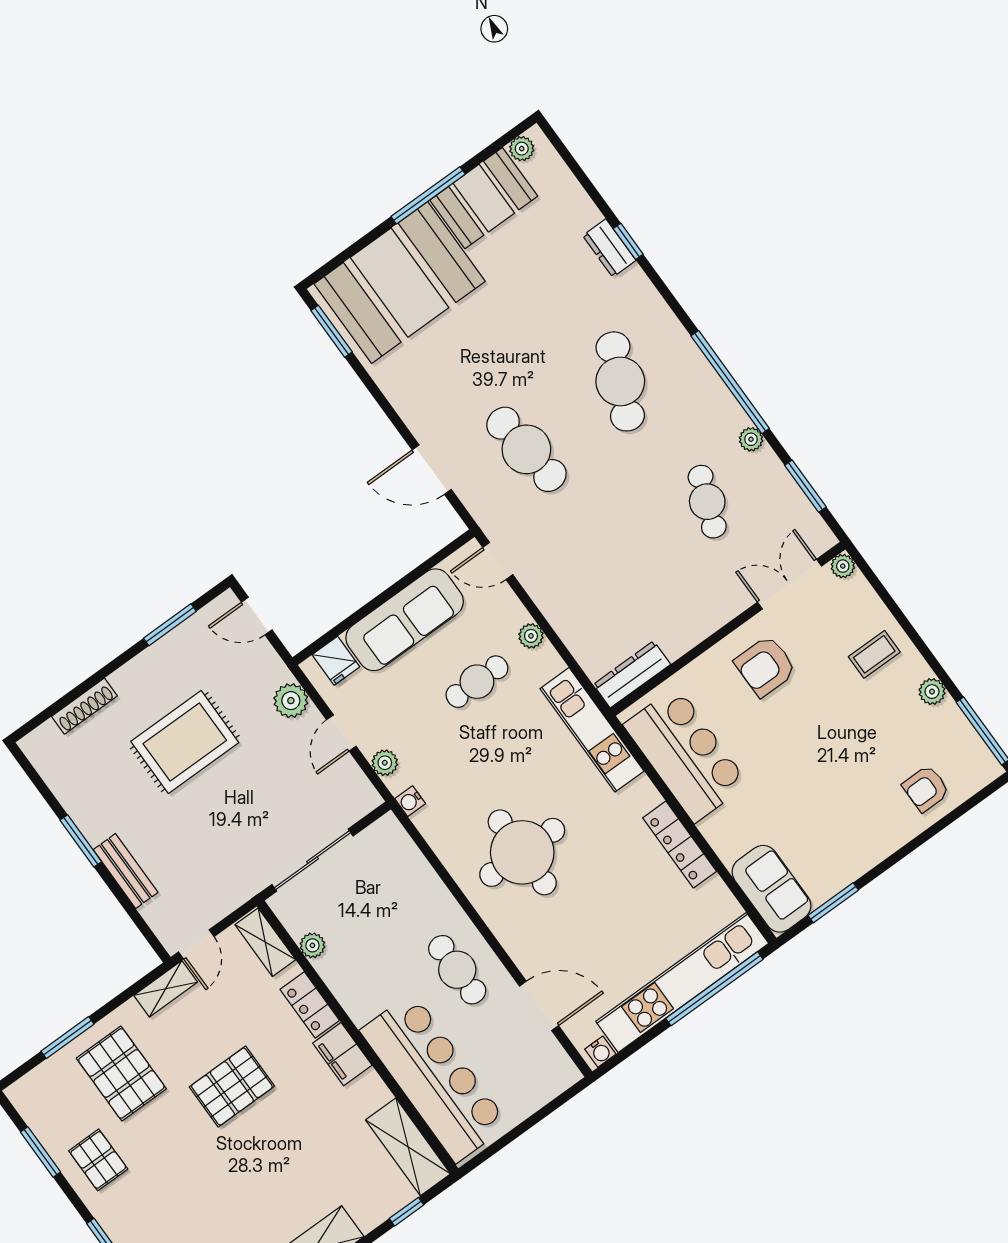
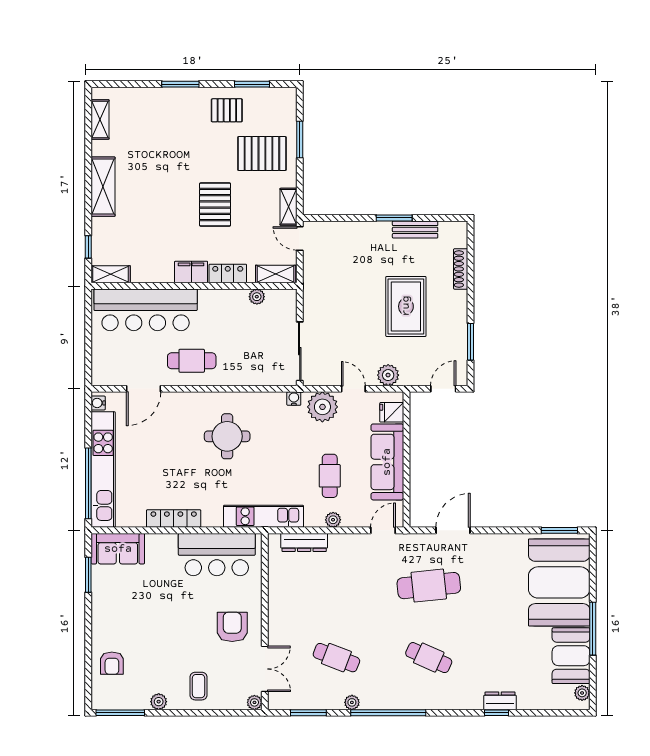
cafe table: (620, 381) -> (429, 658), width x0.73, depth x0.74
dresser: (632, 674) -> (304, 542), moved, turned 90
plant: (385, 763) -> (322, 407), width x1.88, depth x1.88
armchair: (926, 789) -> (112, 663), turned 180
round table: (522, 852) -> (227, 436), width x0.73, depth x0.73
sliding door: (312, 860) -> (300, 351), moved
bench: (126, 871) -> (415, 230), moved
shelving: (408, 1147) -> (111, 274), width x0.67, depth x0.75

